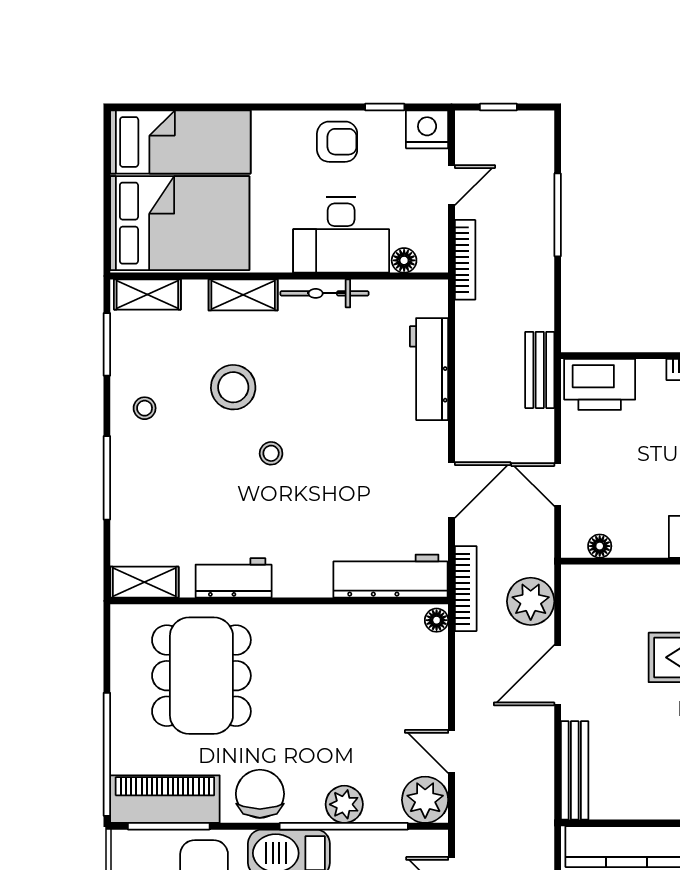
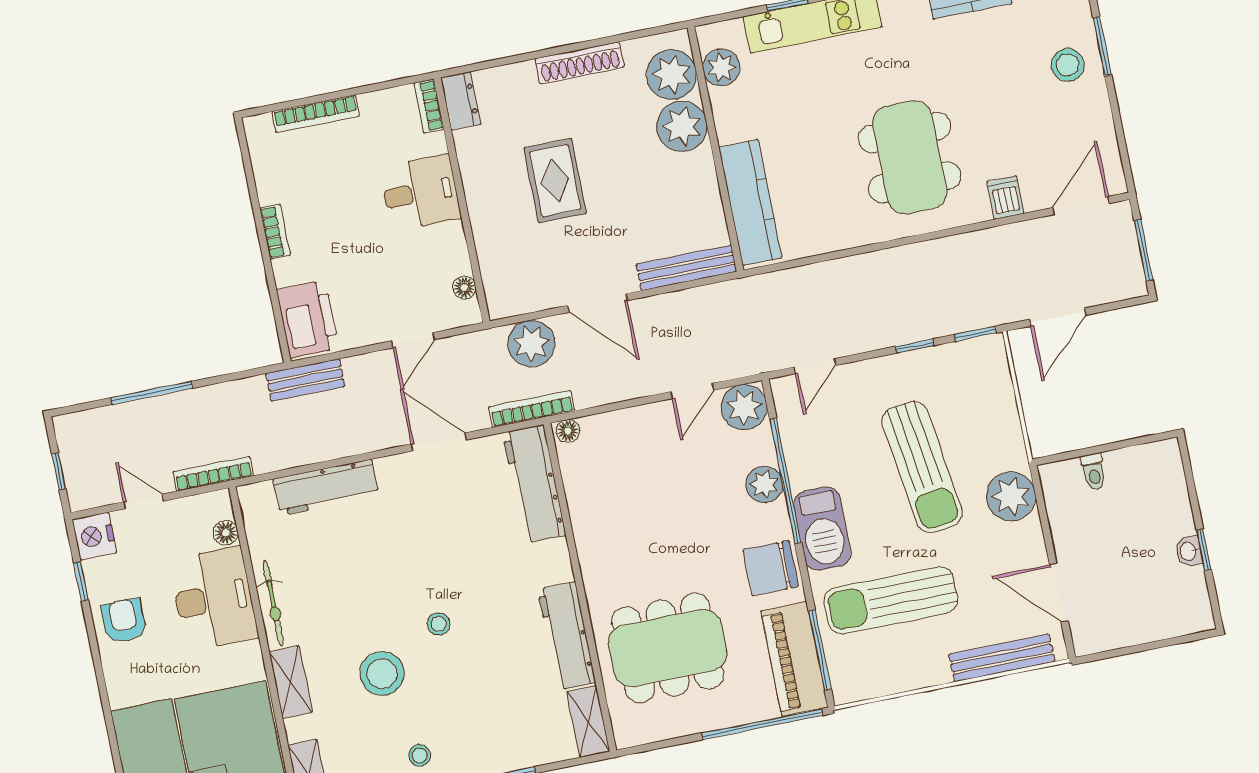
workbench: (234, 578) -> (567, 636), width x1.38

